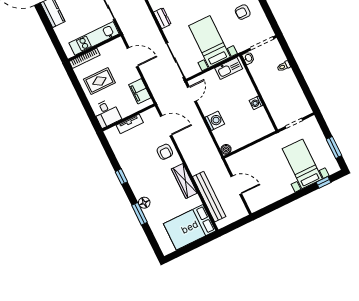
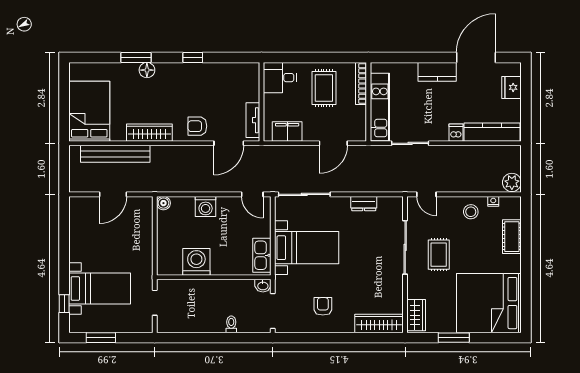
washing machine: (256, 103) -> (196, 262), width x1.89, depth x1.89
tv unit: (130, 124) -> (253, 120), moved

